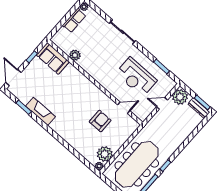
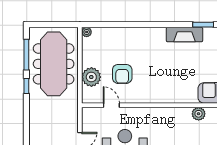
door: (124, 108) -> (111, 105), swing flipped
plant: (105, 154) -> (91, 77), moved

